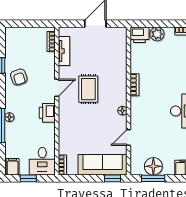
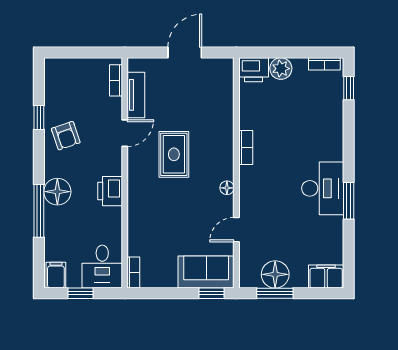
door: (57, 88) -> (125, 133), moved
floor lamp: (9, 117) -> (57, 192), width x1.89, depth x1.89
sofa: (103, 165) -> (206, 272), width x0.73

